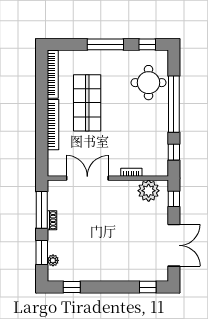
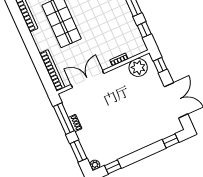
bookcase: (53, 125) -> (52, 70), moved
plant: (53, 260) -> (95, 165), moved

